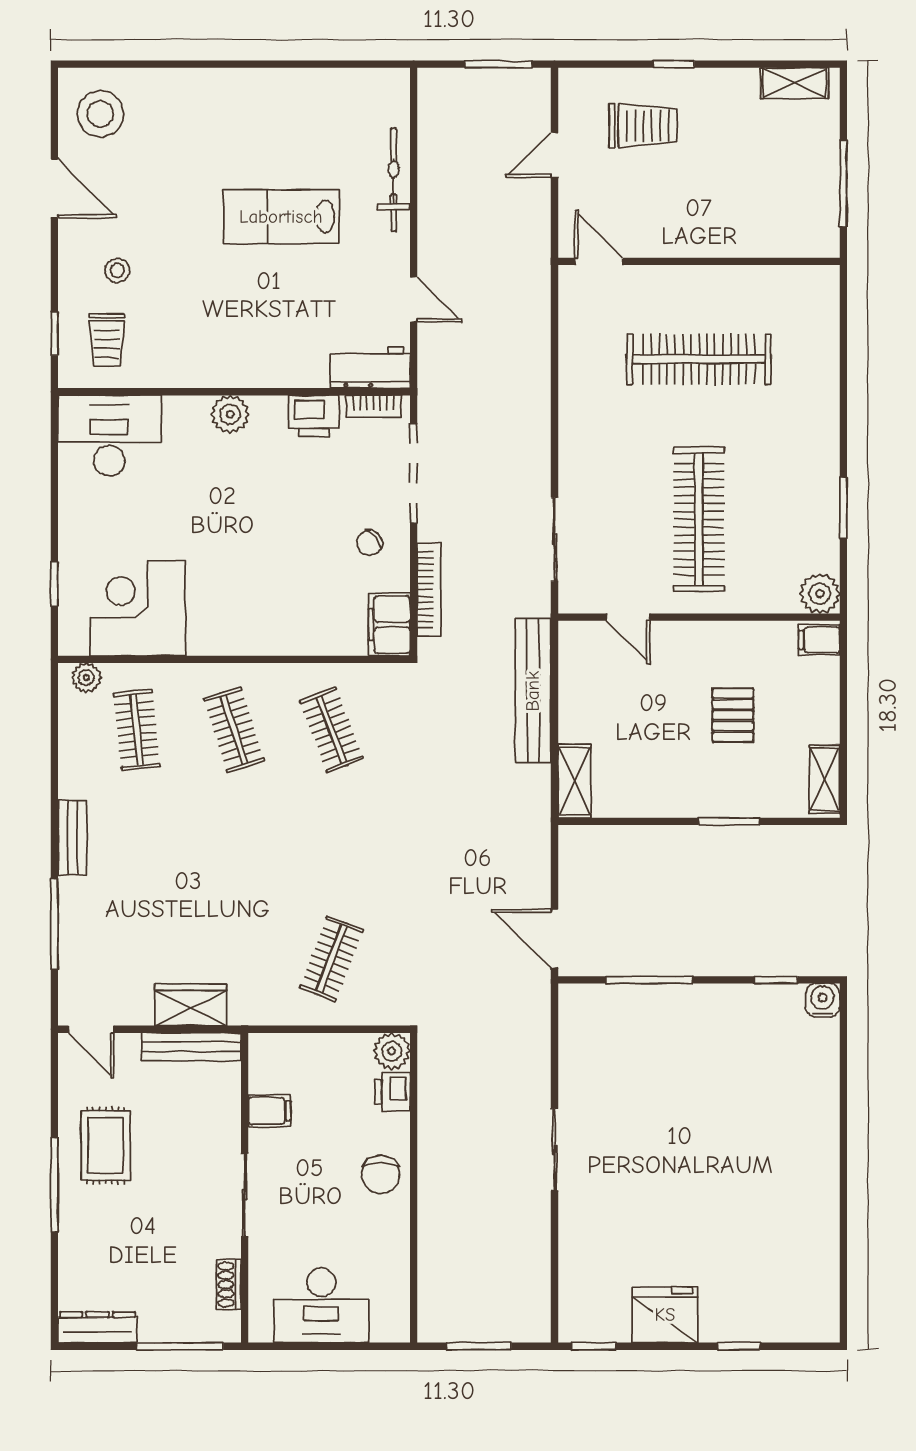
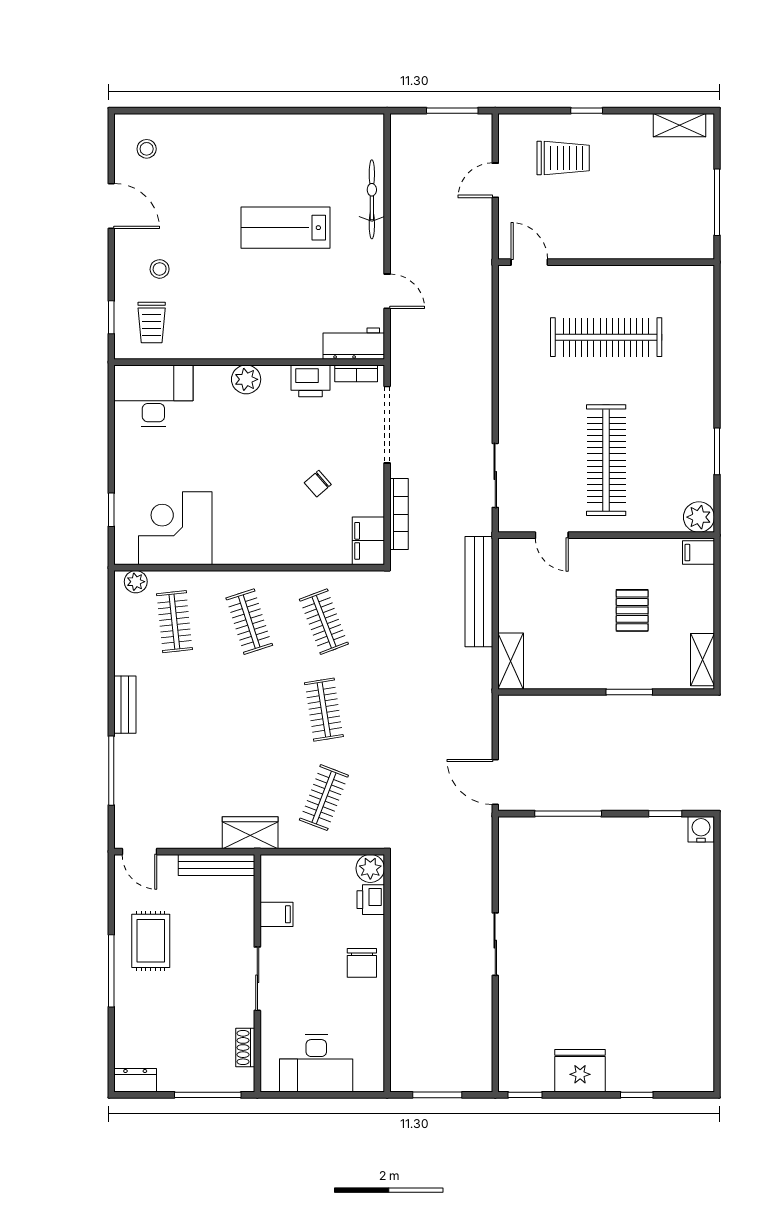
stool: (100, 114) -> (147, 149), width x0.53, depth x0.53
chair: (370, 543) -> (318, 484), moved
clothes rail: (331, 844) -> (324, 710), added
wardrobe: (191, 1005) -> (250, 833), moved
dresser: (98, 1327) -> (135, 1080), width x0.70

